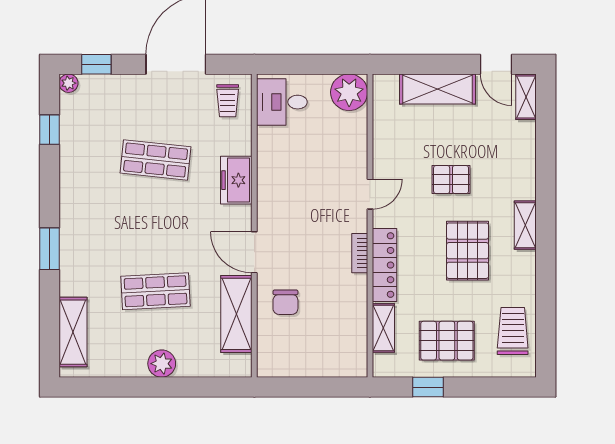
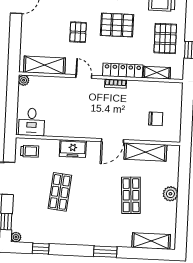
shelving: (438, 89) -> (44, 65), moved, turned 90
plant: (349, 92) -> (24, 80), width x0.53, depth x0.53
chair: (285, 302) -> (156, 119), moved

